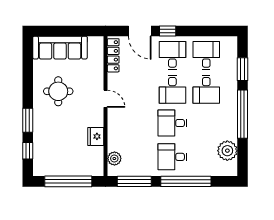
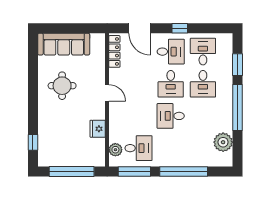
window: (168, 31) -> (180, 28), moved
desk: (172, 55) -> (171, 52), turned 90
window: (28, 120) -> (33, 113), removed
desk: (172, 157) -> (138, 148), moved, turned 180

